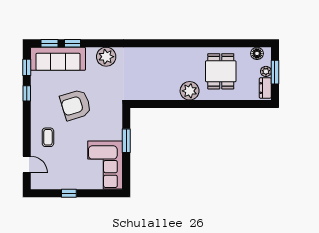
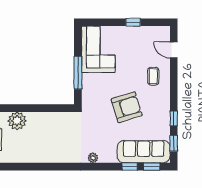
plant: (106, 57) -> (93, 158), width x0.53, depth x0.53
window: (126, 141) -> (78, 73), width x1.44

